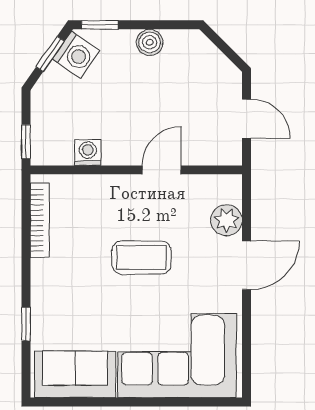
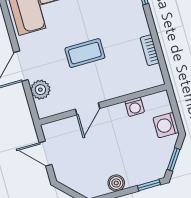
washing machine: (76, 55) -> (166, 125), moved, turned -35
window: (26, 142) -> (173, 103), removed
bookcase: (40, 220) -> (150, 50), width x0.64

